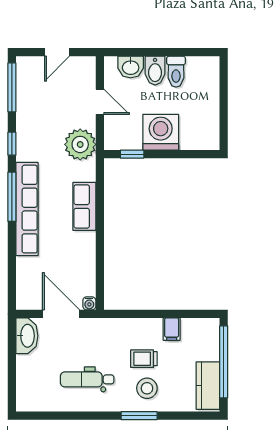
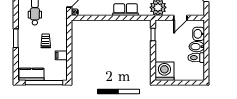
washing machine: (161, 132) -> (164, 71), moved, turned -90
stool: (147, 388) -> (30, 42), removed

